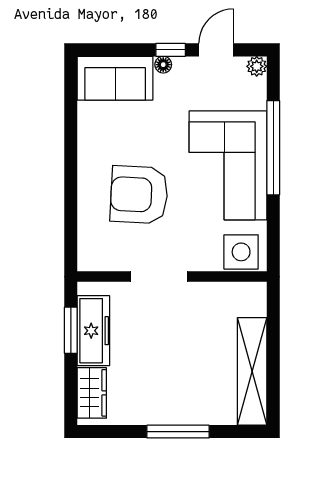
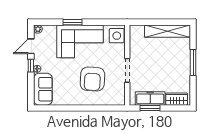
door: (216, 50) -> (31, 46), hinge flipped
window: (273, 148) -> (72, 22), width x0.47

